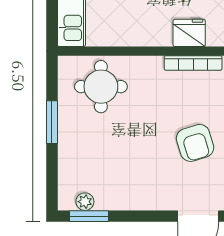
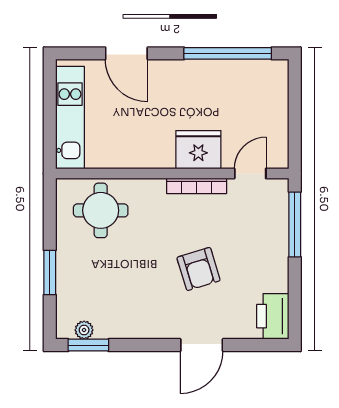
fridge: (189, 33) -> (198, 150), width x1.36, depth x1.34
window: (52, 122) -> (50, 272), moved

